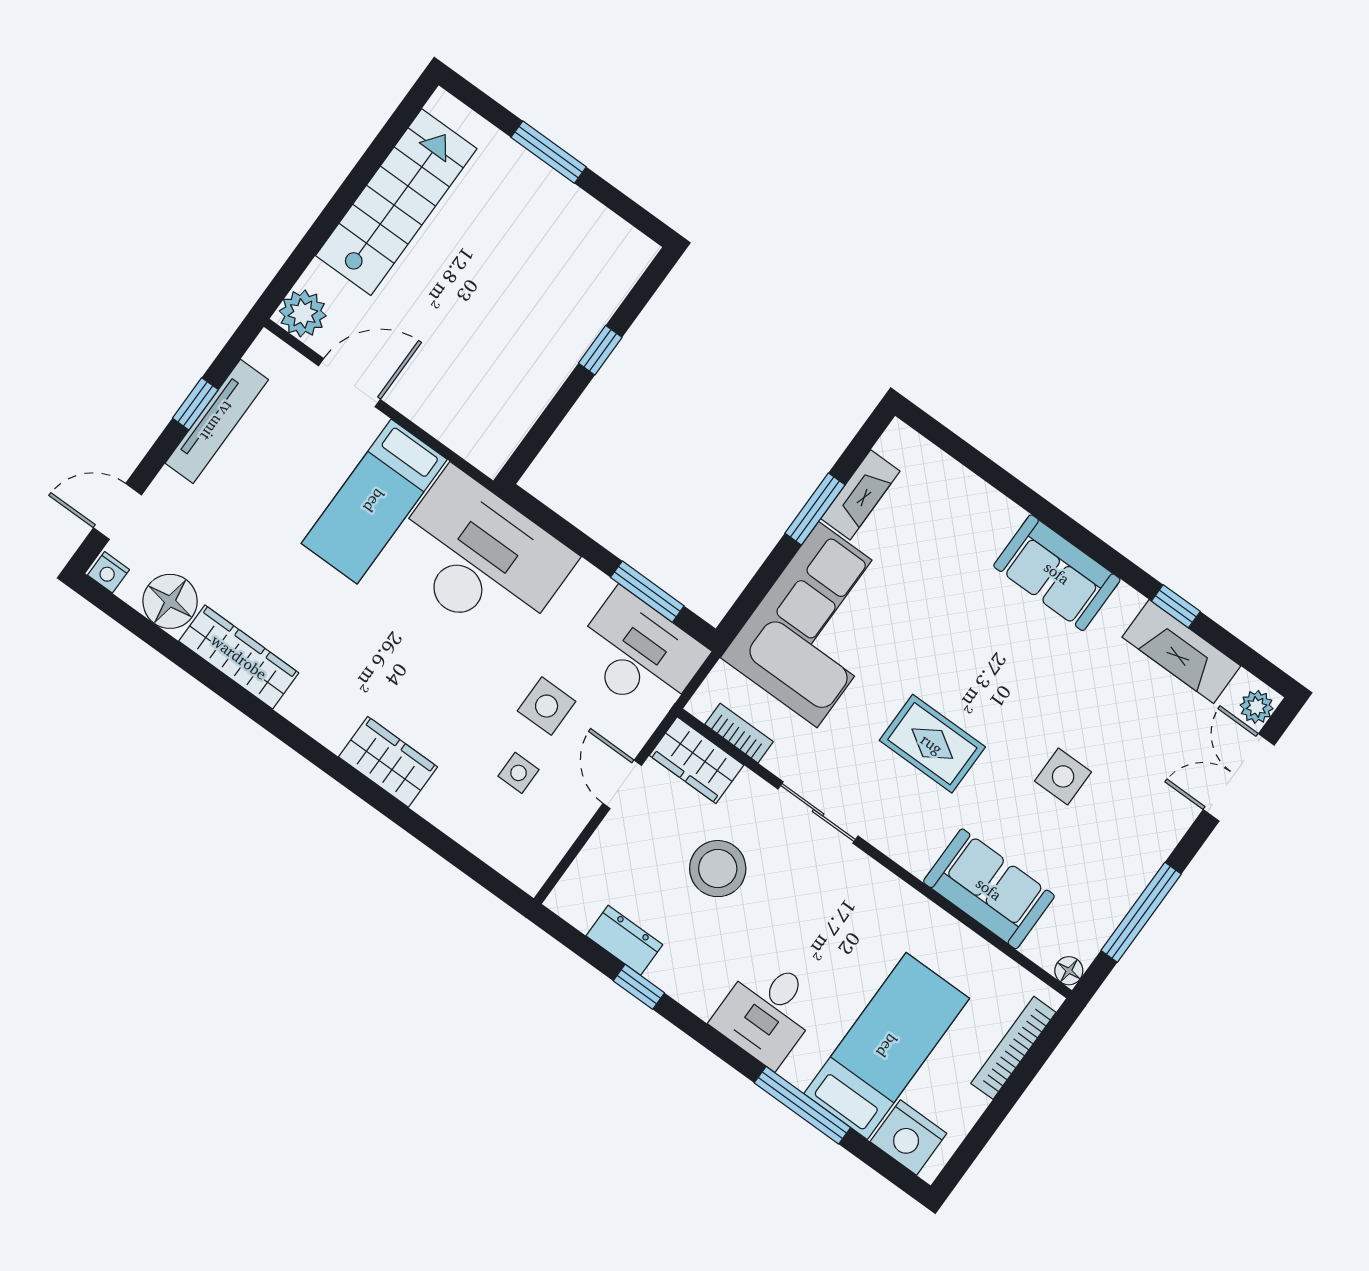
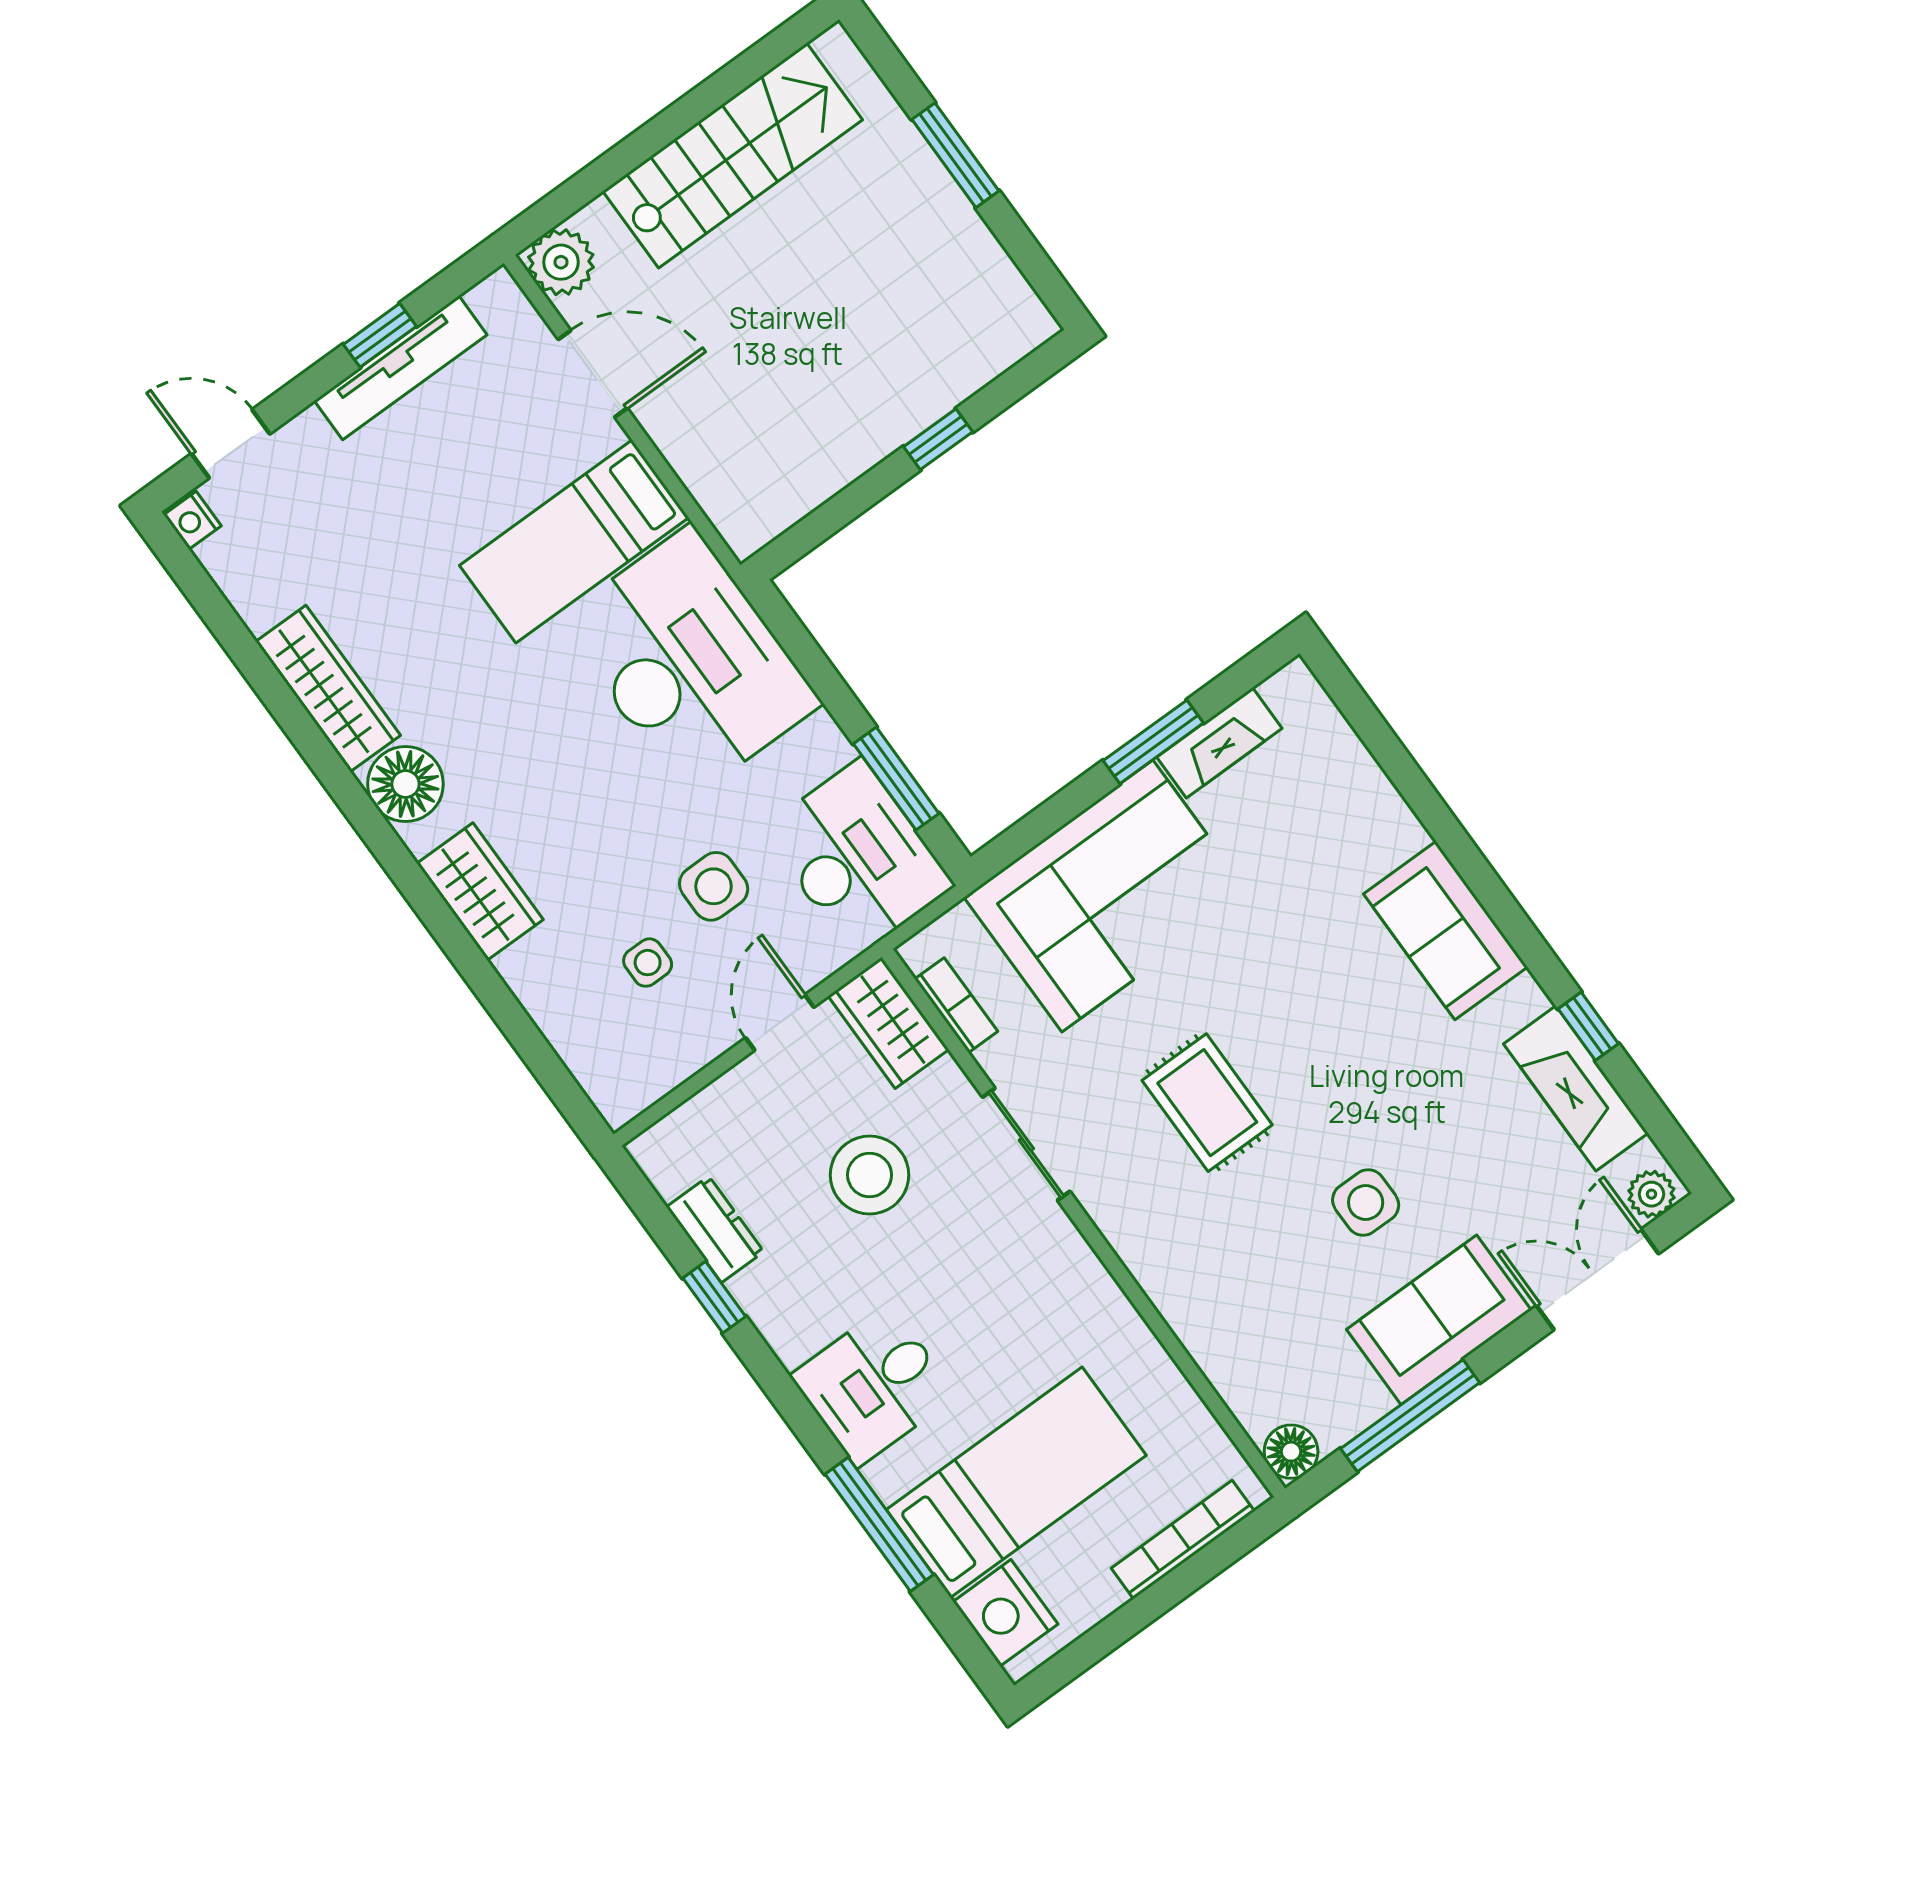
floor lamp: (170, 601) -> (405, 784), moved
sofa: (989, 889) -> (1439, 1320), moved, turned -90
floor lamp: (1069, 971) -> (1291, 1452), width x1.37, depth x1.37

